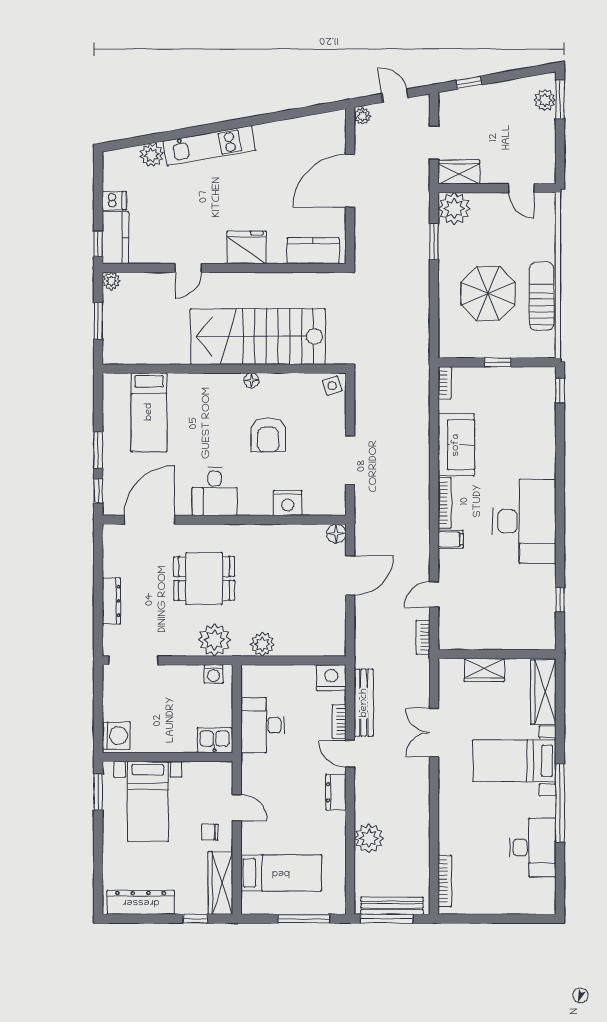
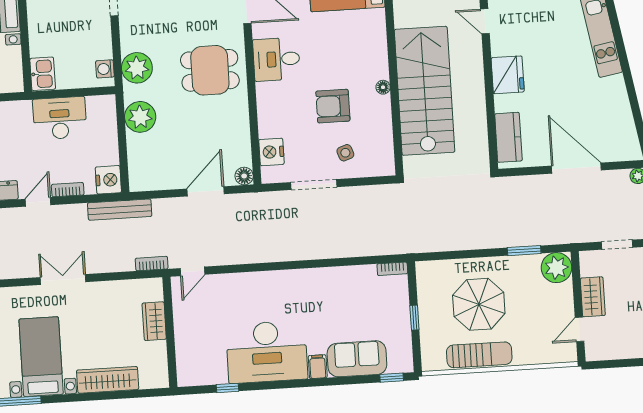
wardrobe: (459, 172) -> (593, 297), moved
side table: (332, 386) -> (345, 153), moved
sofa: (456, 445) -> (357, 359), moved, turned 180
nightstand: (288, 503) -> (271, 152), moved
bookcase: (445, 503) -> (279, 276), removed
filing cabinet: (451, 539) -> (318, 367), moved, turned 180
door: (350, 575) -> (206, 191), swing flipped
dining table: (204, 578) -> (210, 70), moved, turned 90
door: (434, 595) -> (193, 271), swing flipped
window: (560, 600) -> (227, 388), moved
plant: (262, 644) -> (140, 117), width x1.36, depth x1.36
wall: (497, 654) -> (170, 332), moved
wardrobe: (484, 670) -> (154, 321), moved
bench: (364, 703) -> (120, 210), moved

